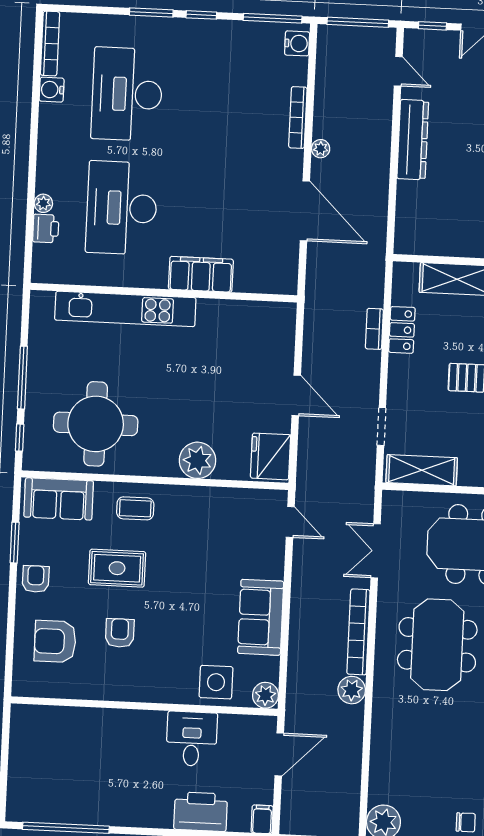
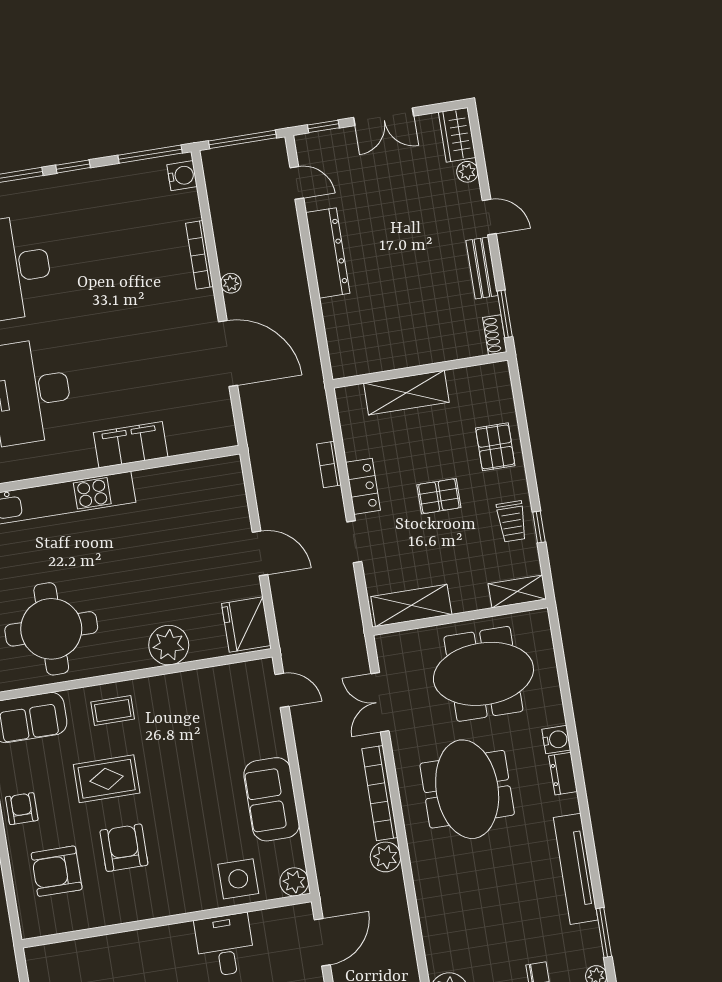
locker: (402, 330) -> (363, 486), moved
doorway: (381, 426) -> (354, 542), moved
armchair: (120, 633) -> (124, 848), width x1.38, depth x1.38

